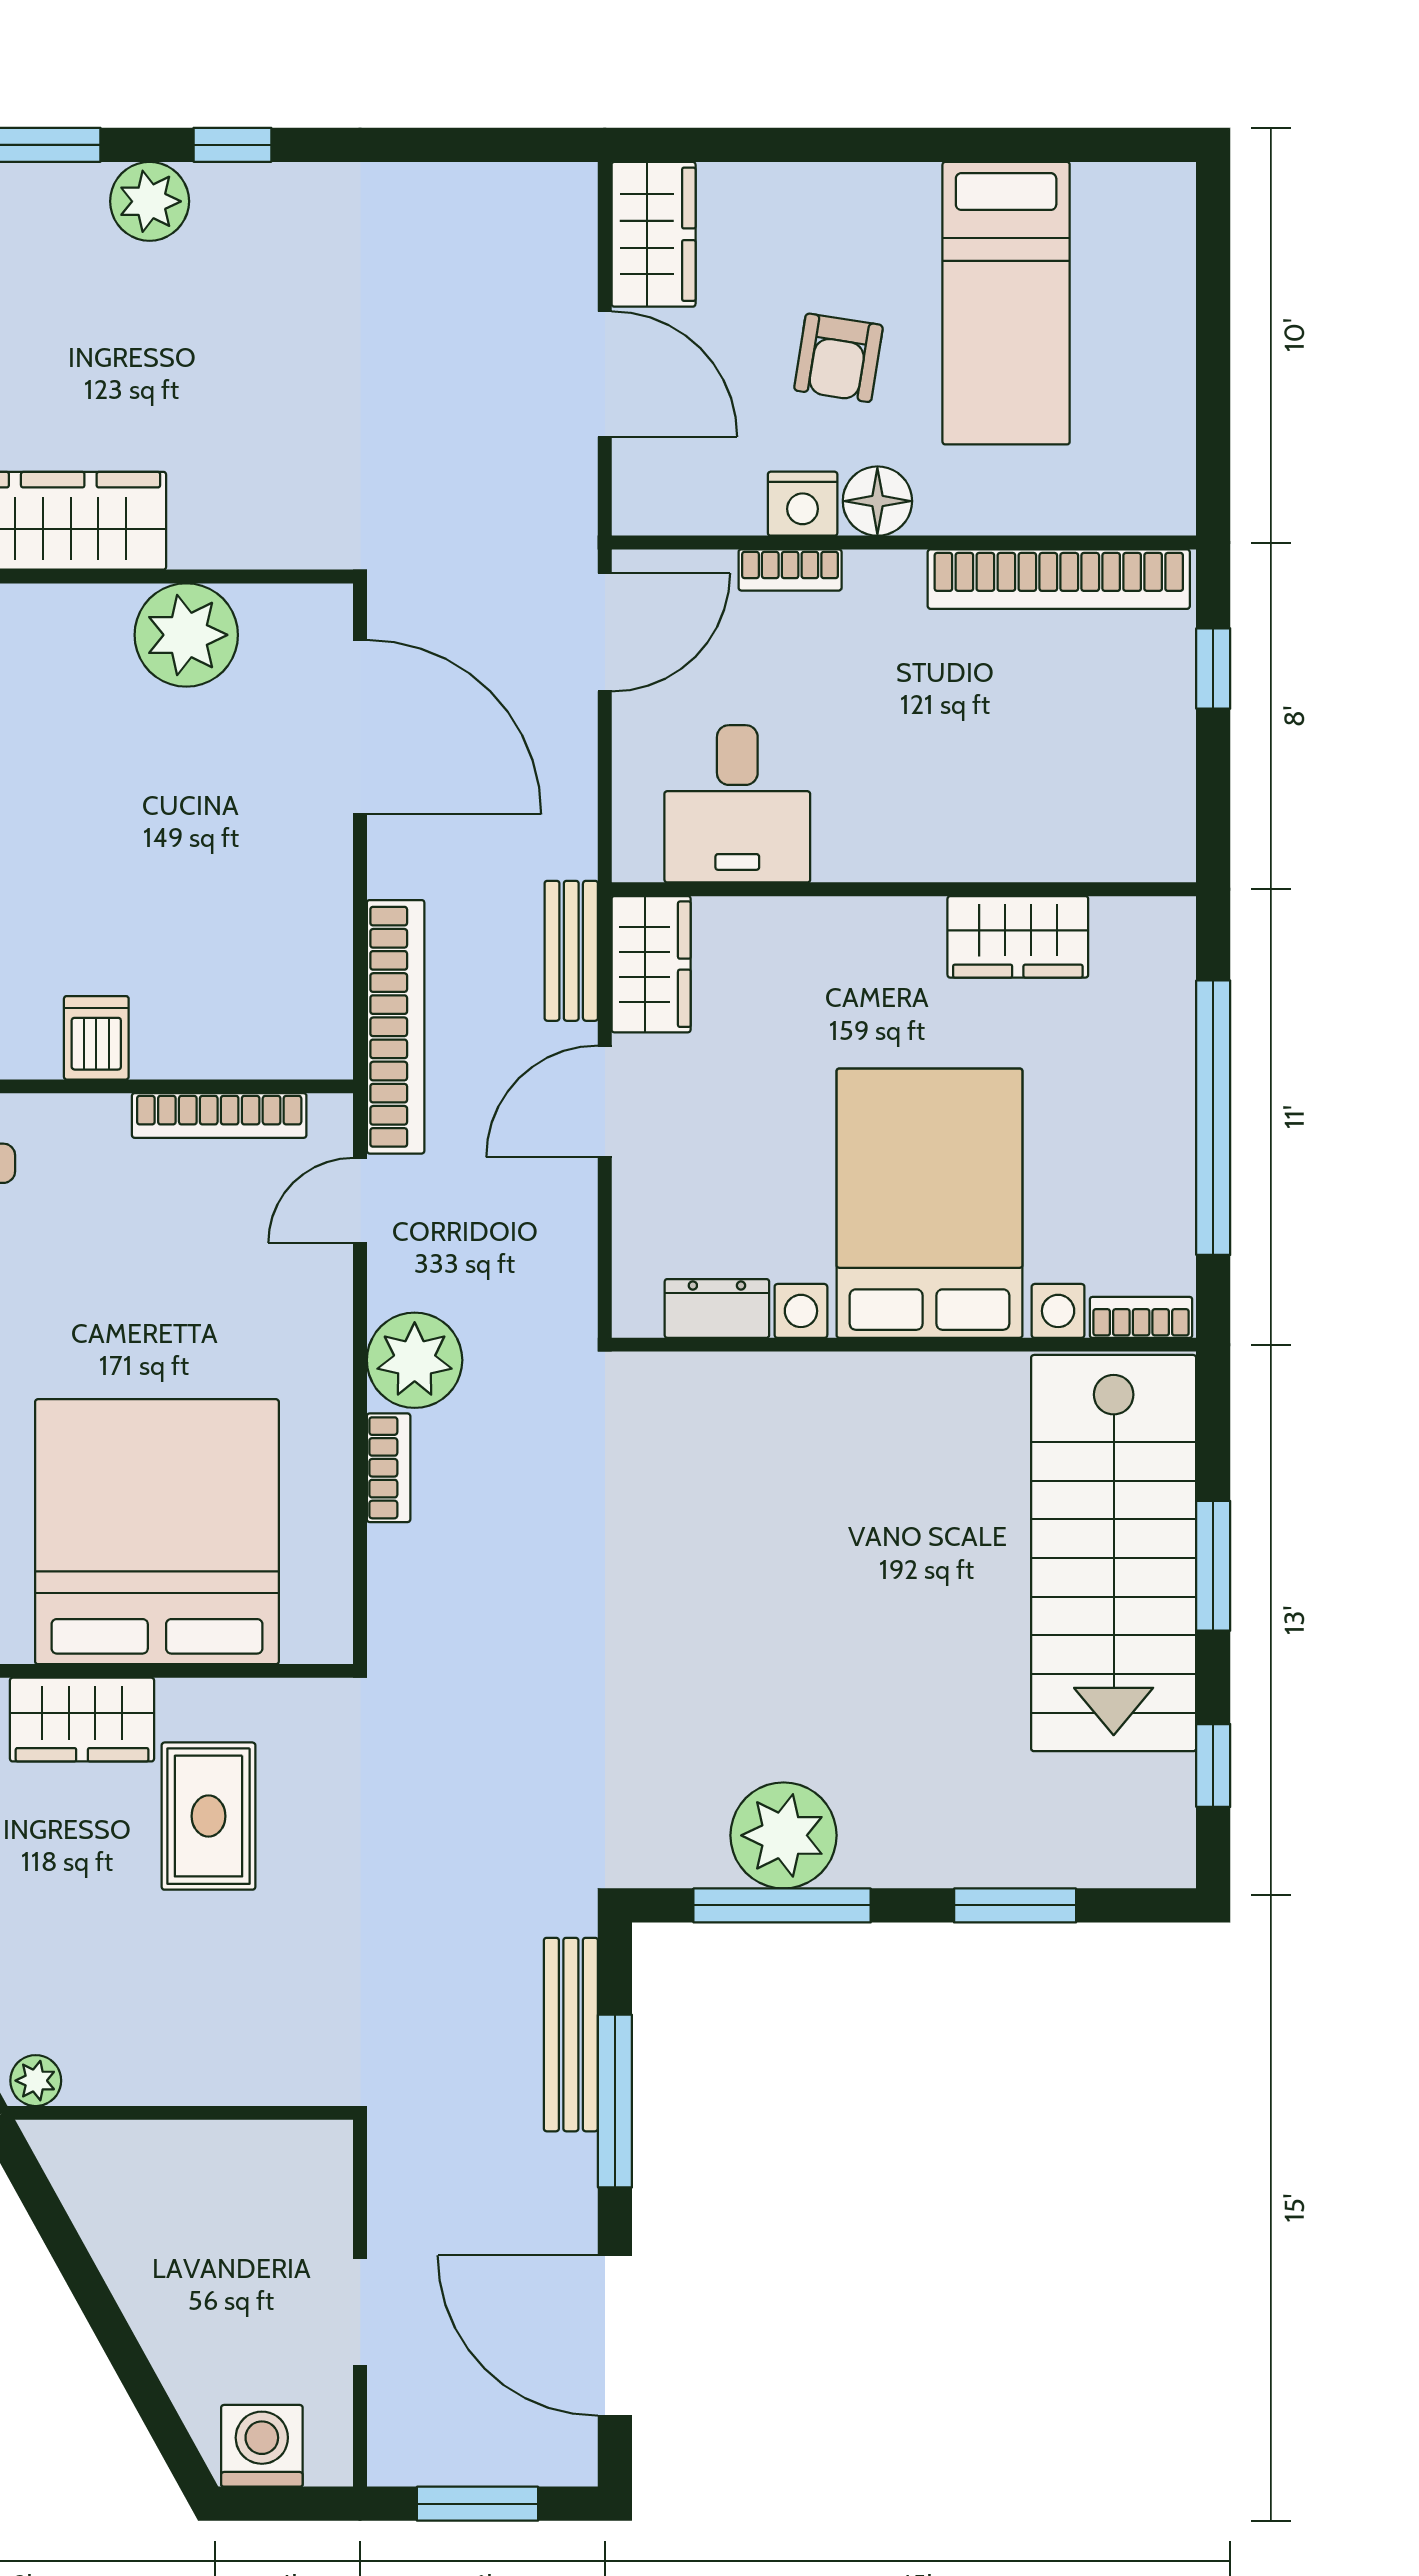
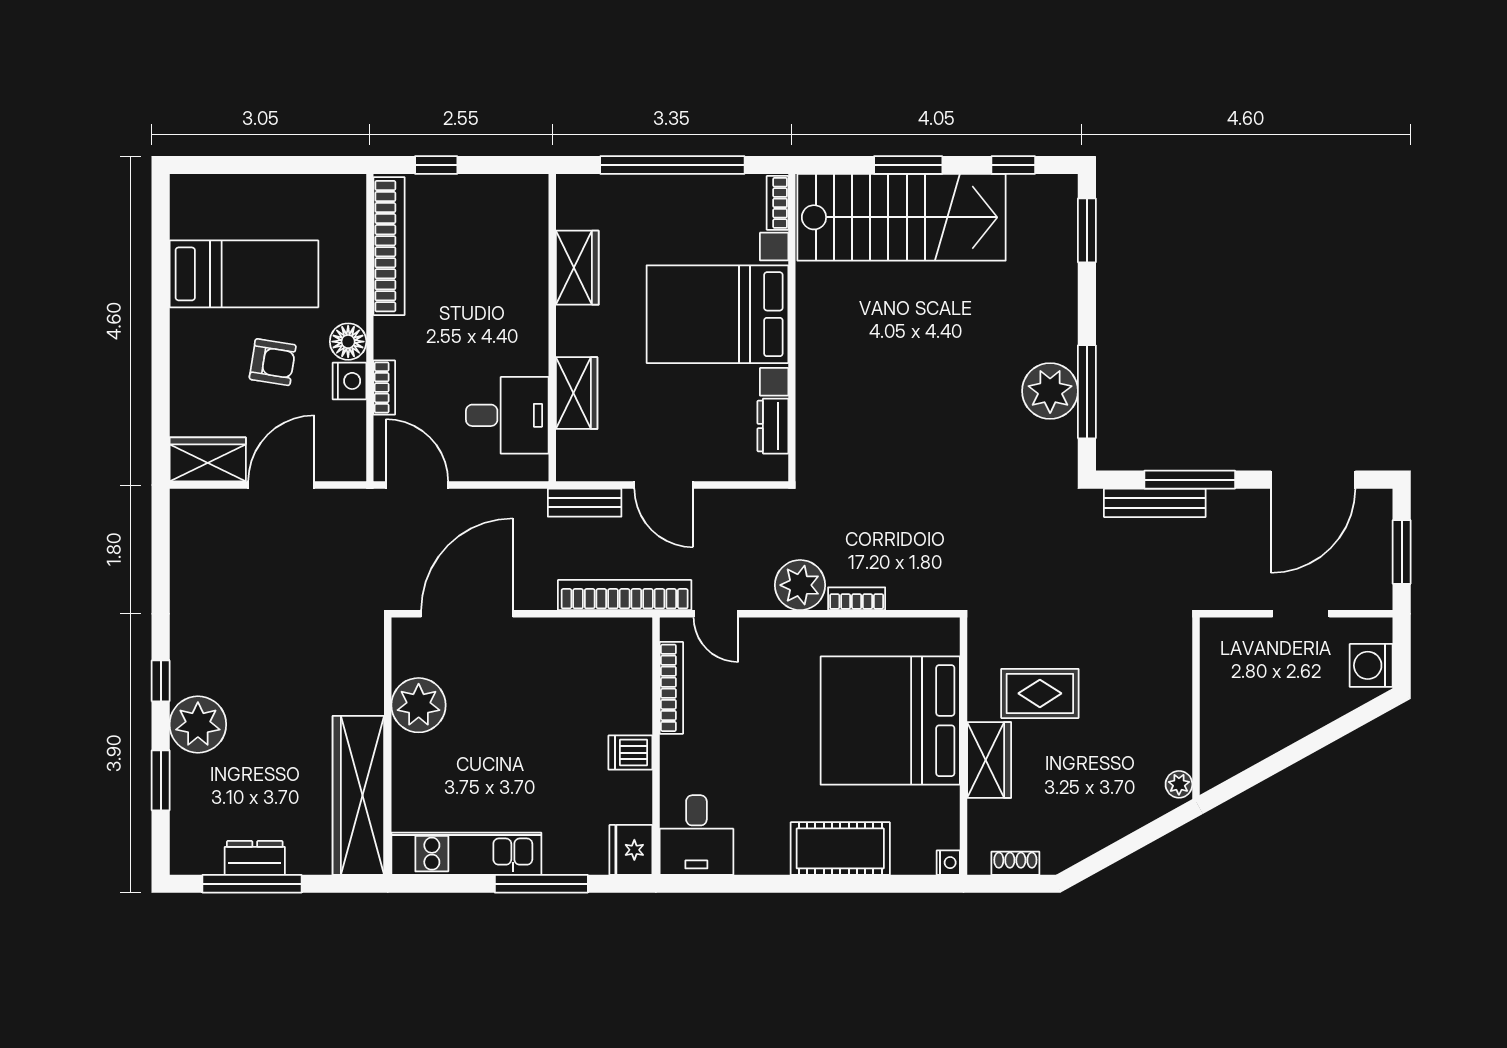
plant: (150, 201) -> (198, 724), width x1.36, depth x1.36
wardrobe: (651, 964) -> (577, 393), moved, turned 90
window: (1015, 1905) -> (1087, 230), moved

